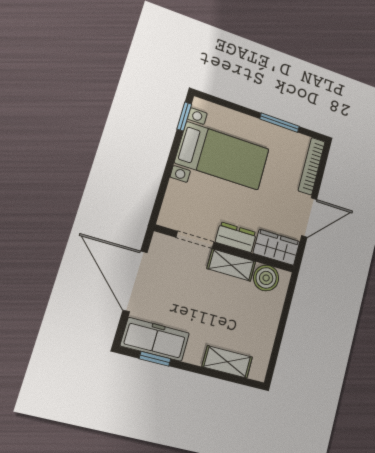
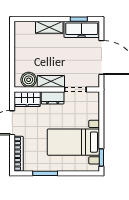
shelving: (227, 362) -> (49, 27), moved

